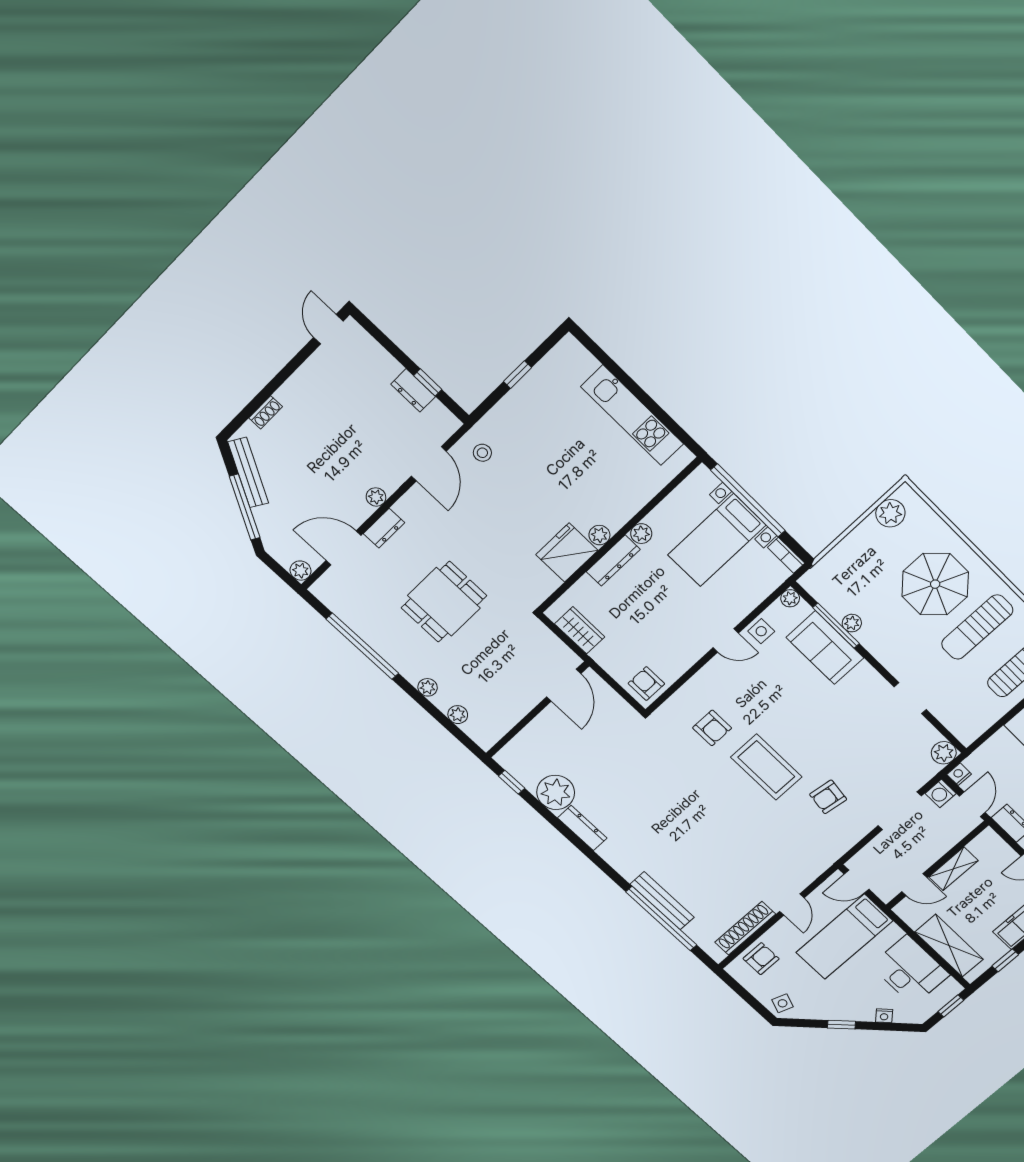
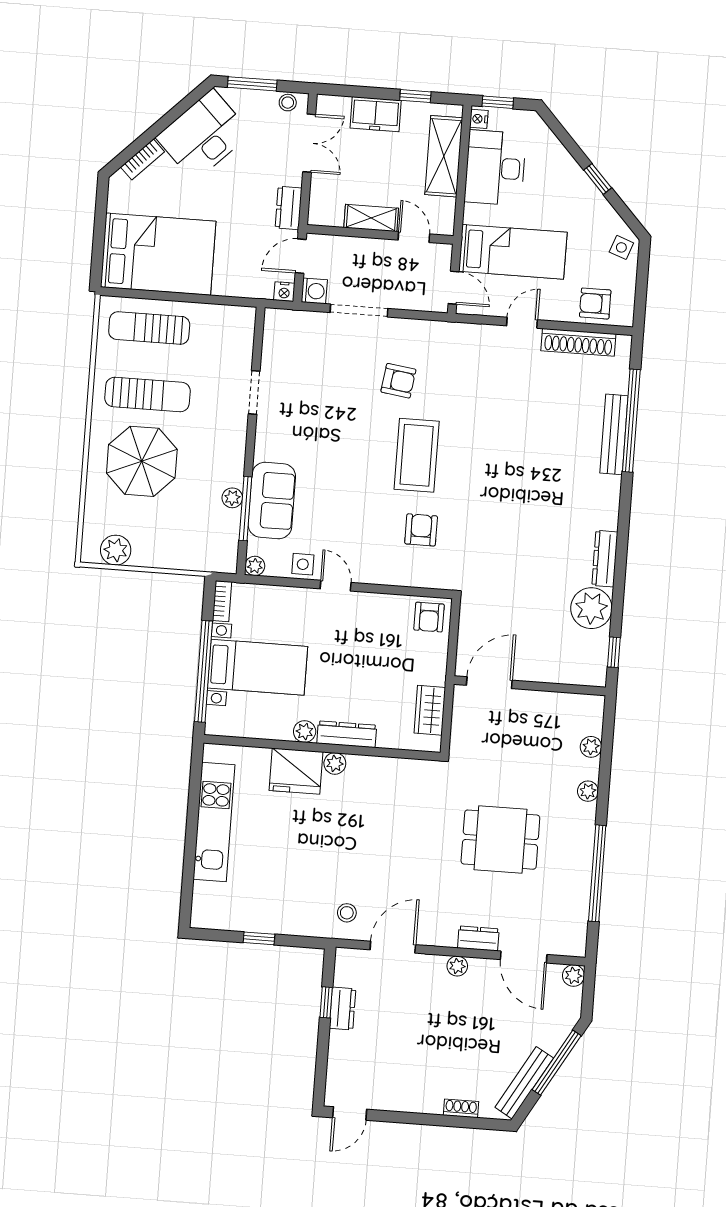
fridge: (567, 552) -> (296, 771), moved
plant: (944, 753) -> (277, 322), removed
nightstand: (884, 1016) -> (479, 119), moved, turned -137

